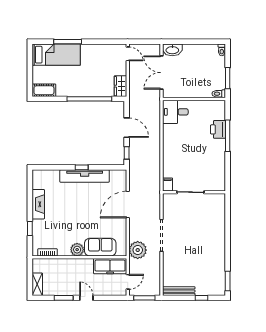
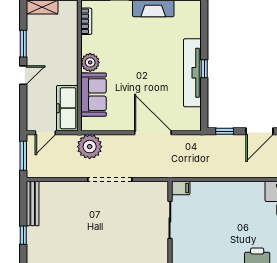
door: (128, 282) -> (45, 133), hinge flipped

